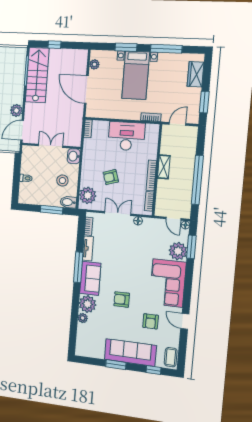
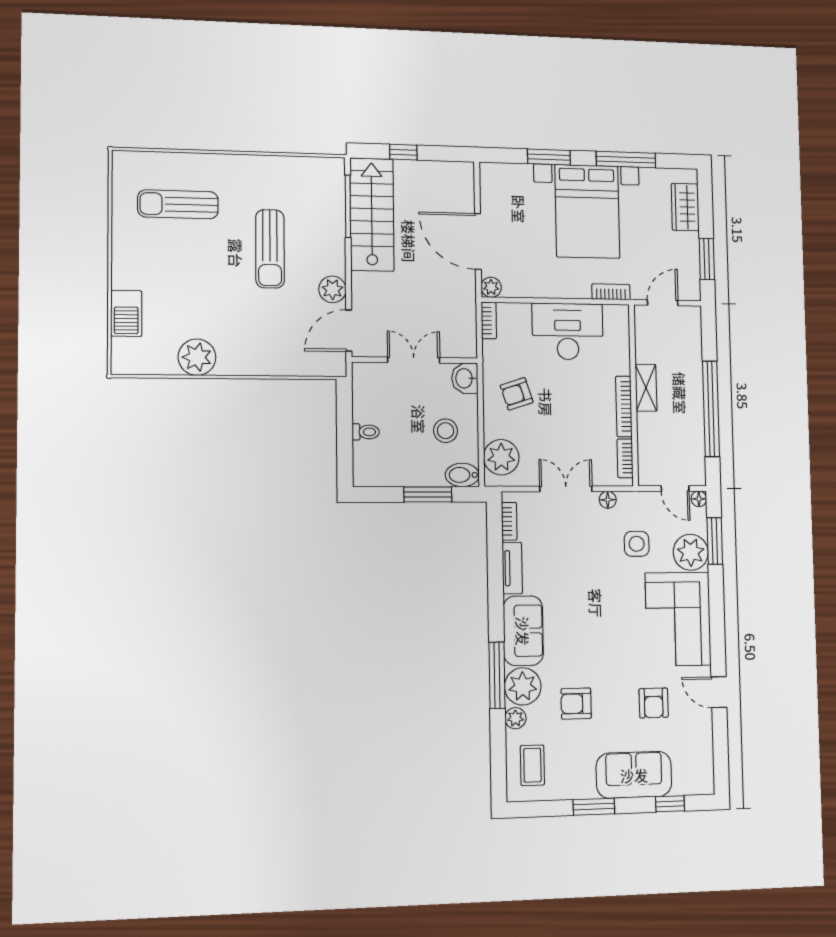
plant: (94, 64) -> (491, 287), moved
bed with nightstands: (136, 75) -> (587, 211), width x1.36
armchair: (111, 177) -> (517, 394), moved
side table: (150, 244) -> (637, 544), added
window: (78, 267) -> (497, 675), moved
armchair: (122, 299) -> (576, 704), moved
sofa: (130, 352) -> (634, 775), width x0.73
coffee table: (171, 357) -> (532, 765), moved

